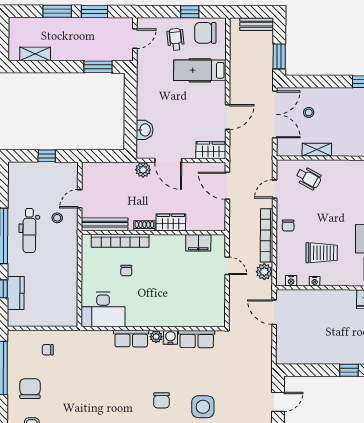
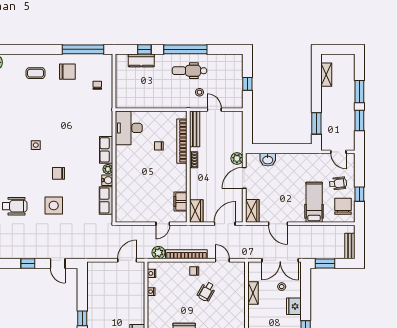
fridge: (334, 97) -> (294, 306), added
wheelchair: (309, 178) -> (206, 292), moved
wardrobe: (171, 222) -> (196, 211), moved
trolley: (322, 253) -> (173, 297), removed

